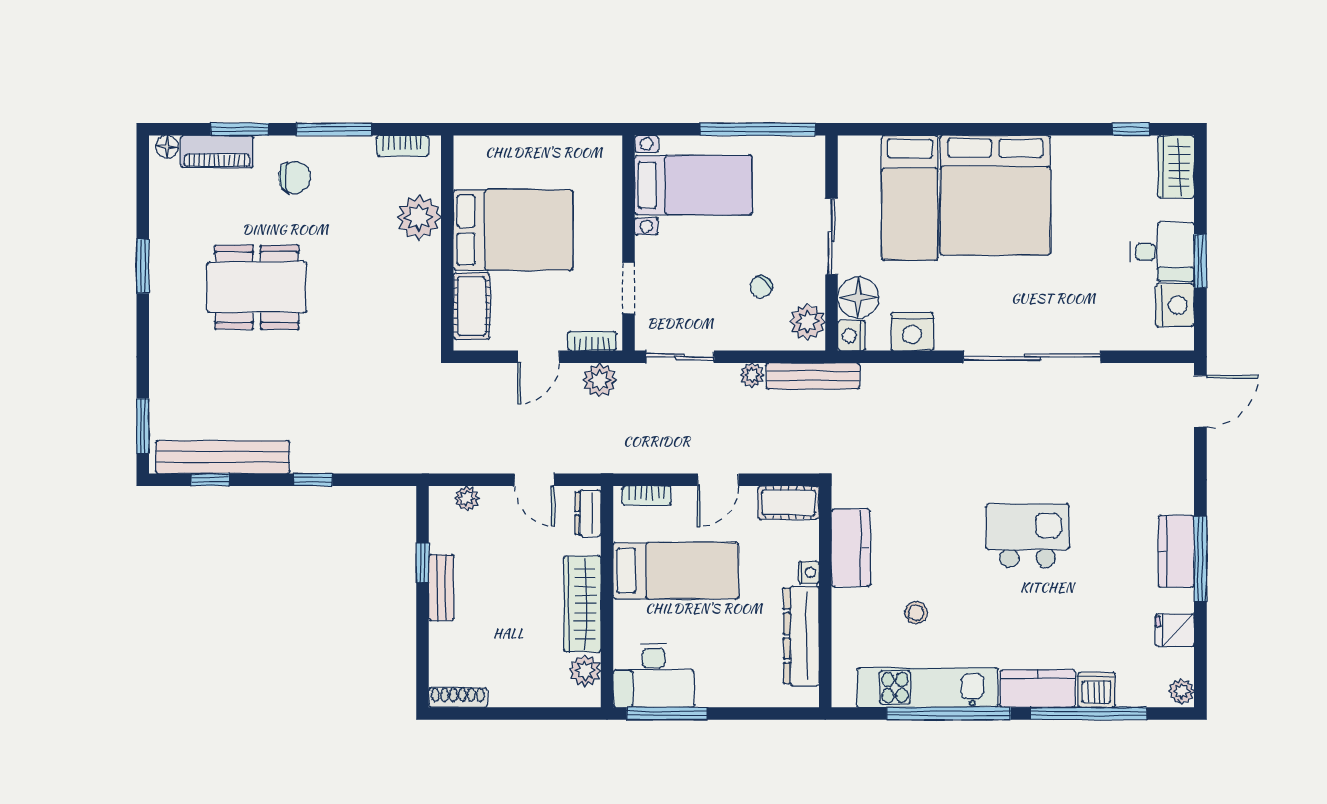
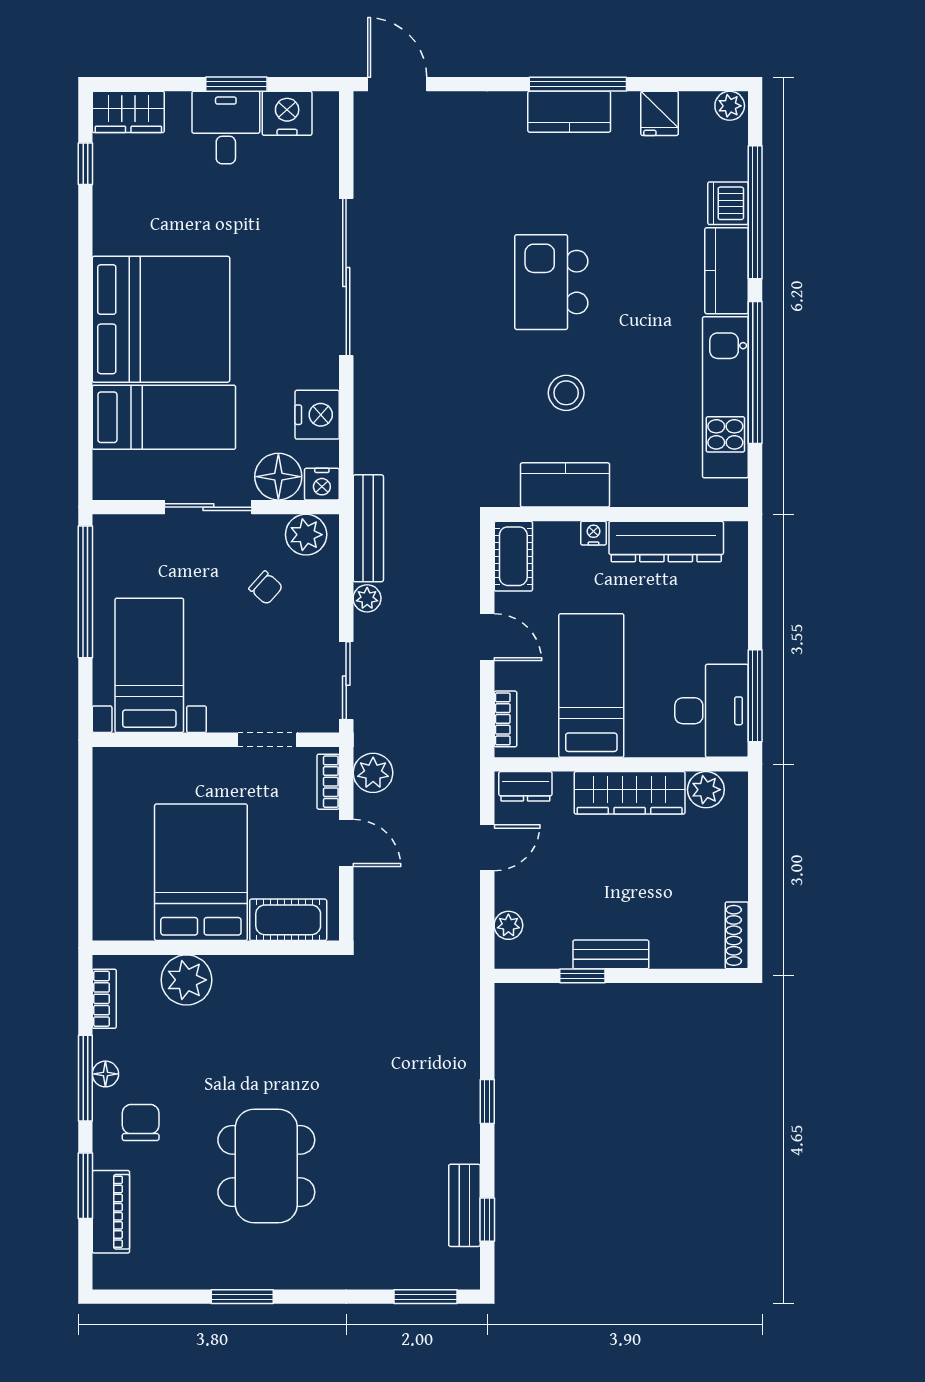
floor lamp: (167, 147) -> (105, 1074), moved
bench: (222, 457) -> (464, 1205), width x0.54, depth x0.82
stool: (916, 613) -> (566, 393), moved, width x1.37, depth x1.37

